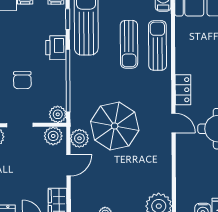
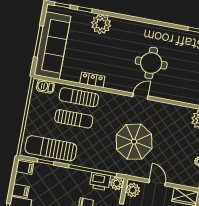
printer: (56, 48) -> (100, 181), moved
locker: (183, 90) -> (92, 80), moved
plant: (79, 138) -> (138, 170), removed

